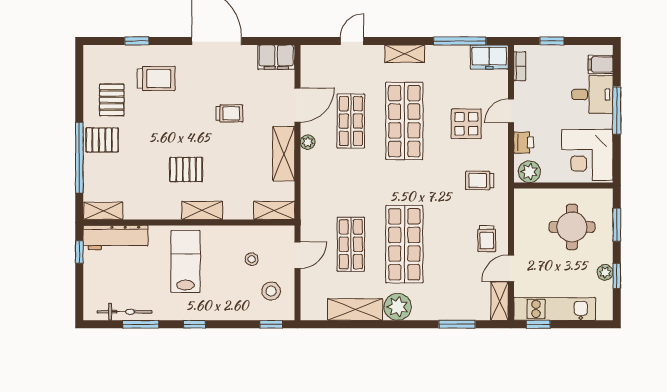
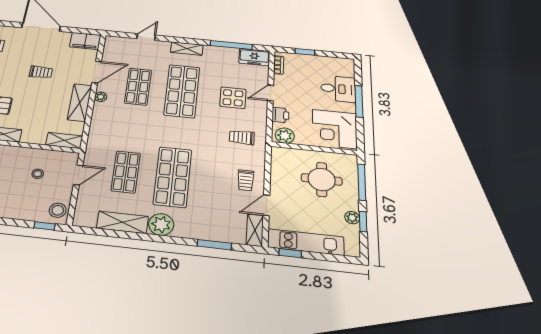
filing cabinet: (601, 65) -> (345, 70), removed
window: (617, 225) -> (362, 182), width x1.44
stool: (271, 291) -> (58, 210), moved

